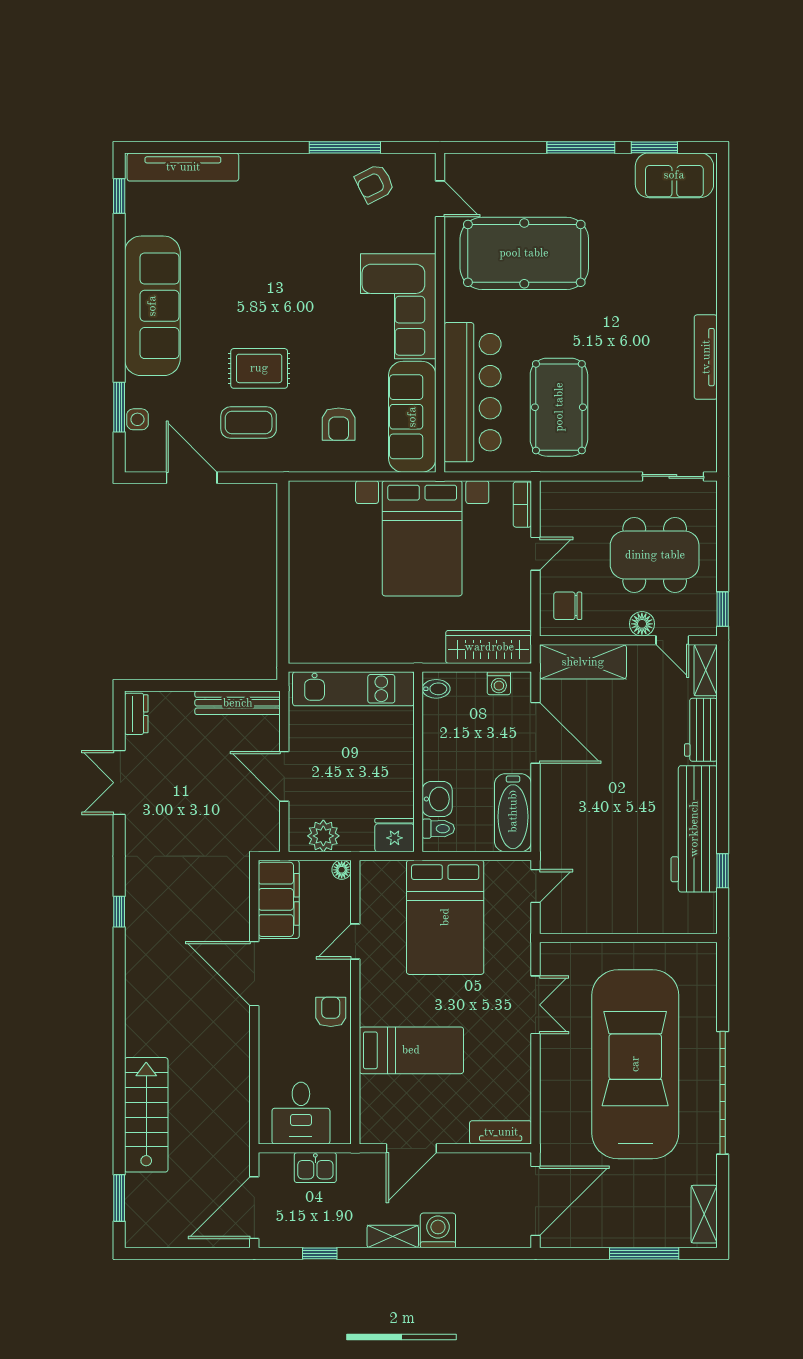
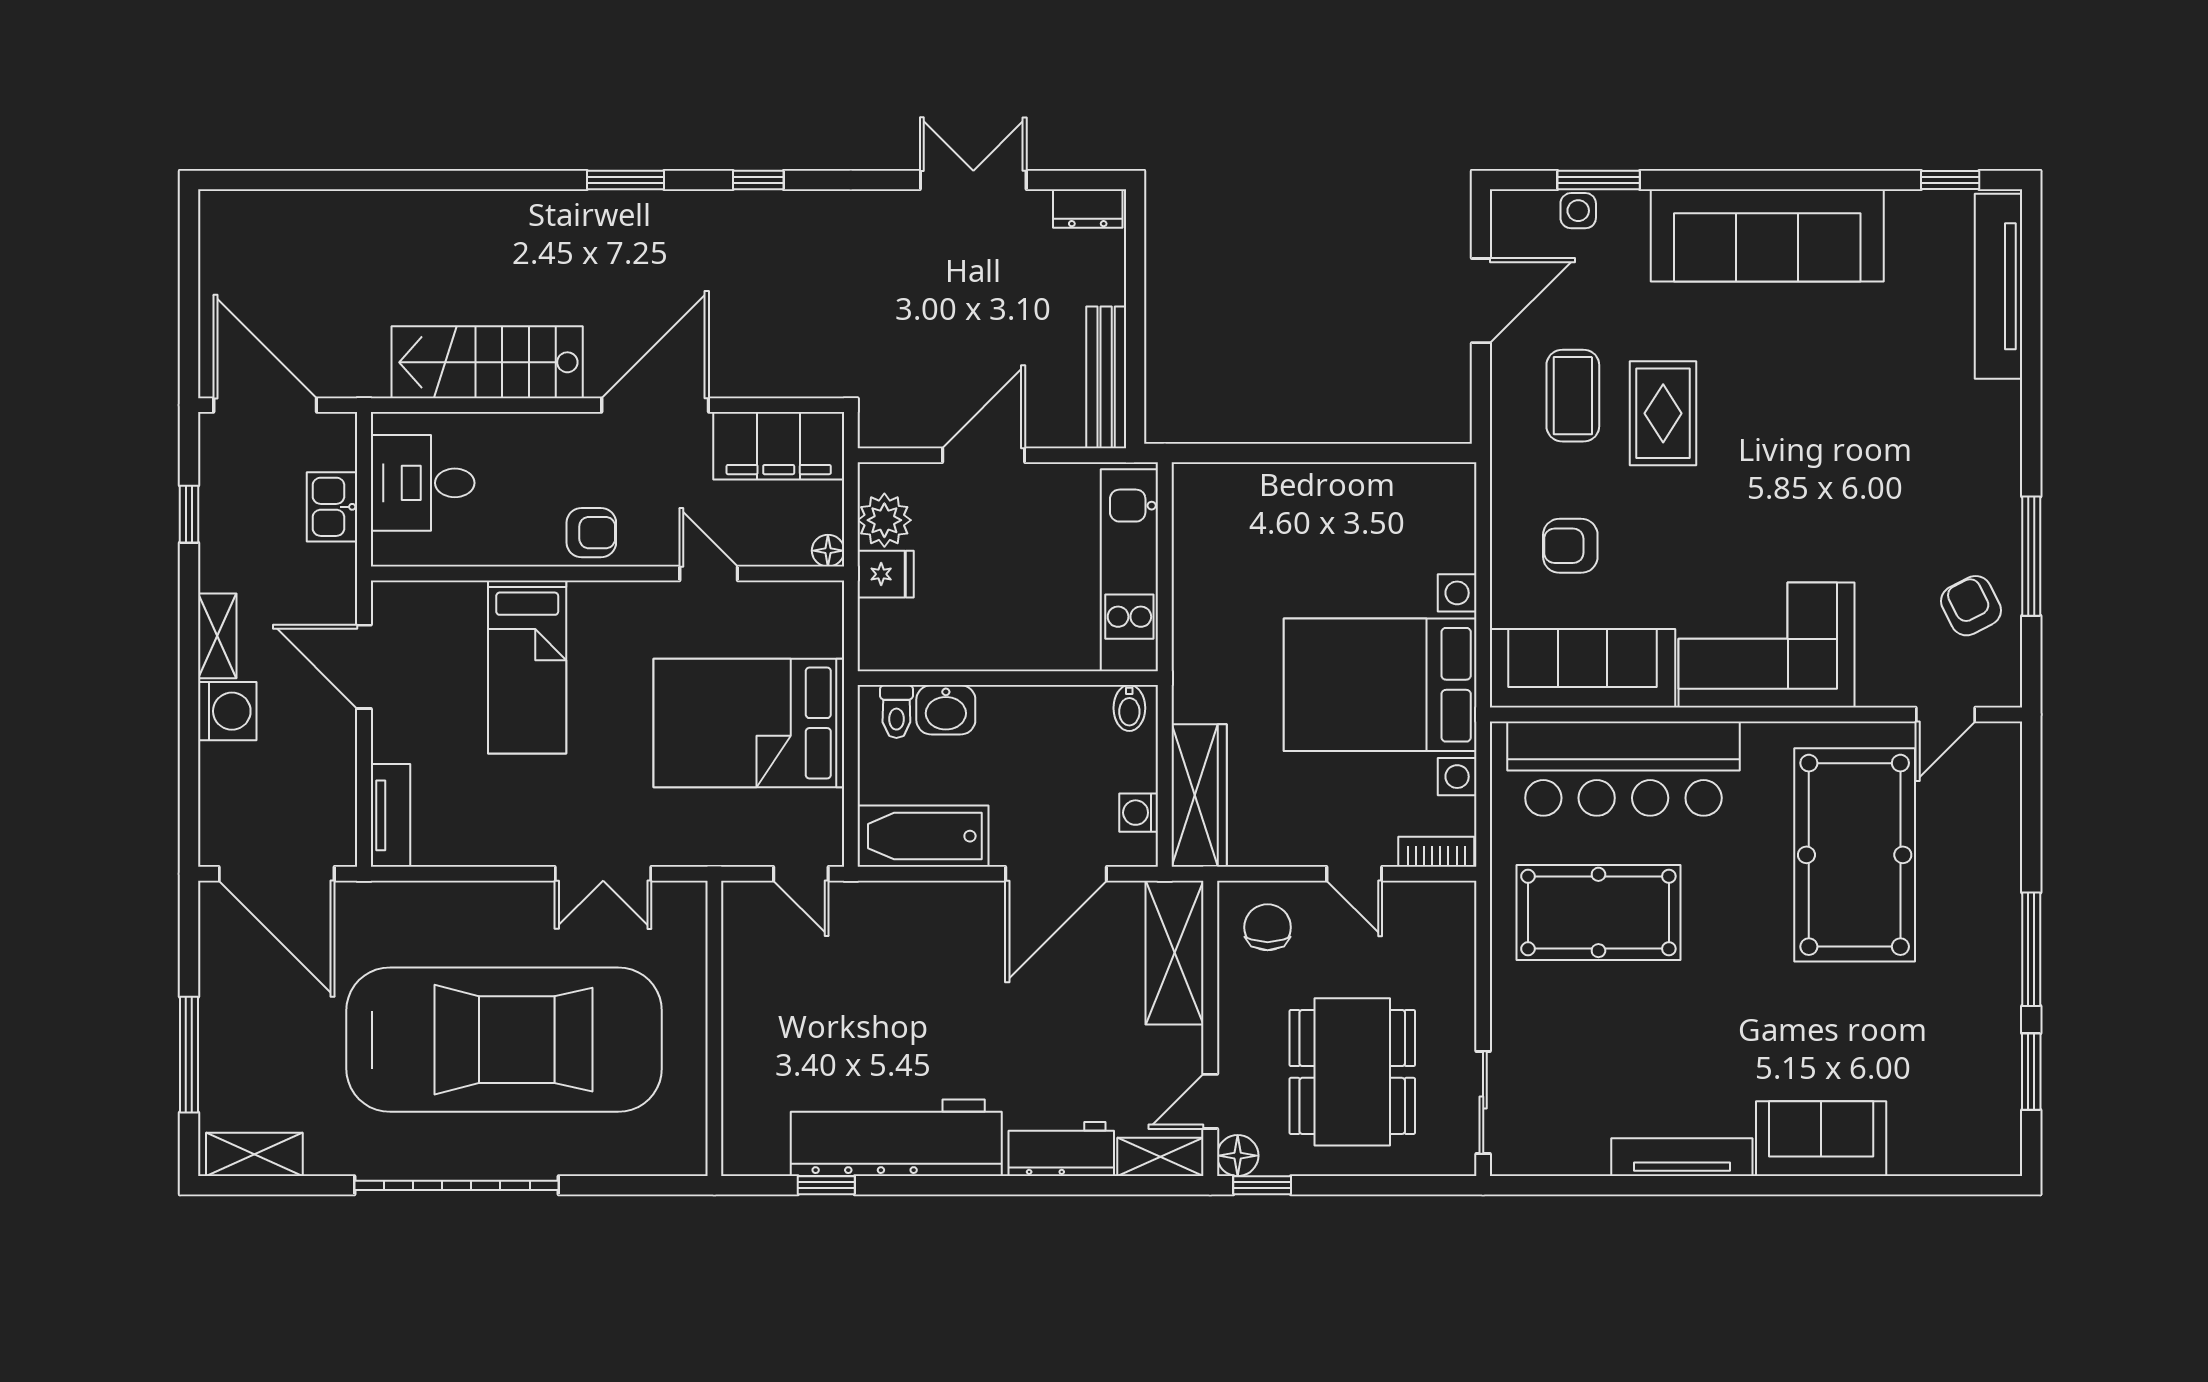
sofa: (674, 175) -> (1821, 1139), moved, turned 90
floor lamp: (642, 624) -> (1238, 1156), moved
fridge: (395, 835) -> (886, 574), moved, width x0.72
stairs: (146, 1115) -> (487, 362), moved, turned 180
window: (119, 1198) -> (625, 180), moved

